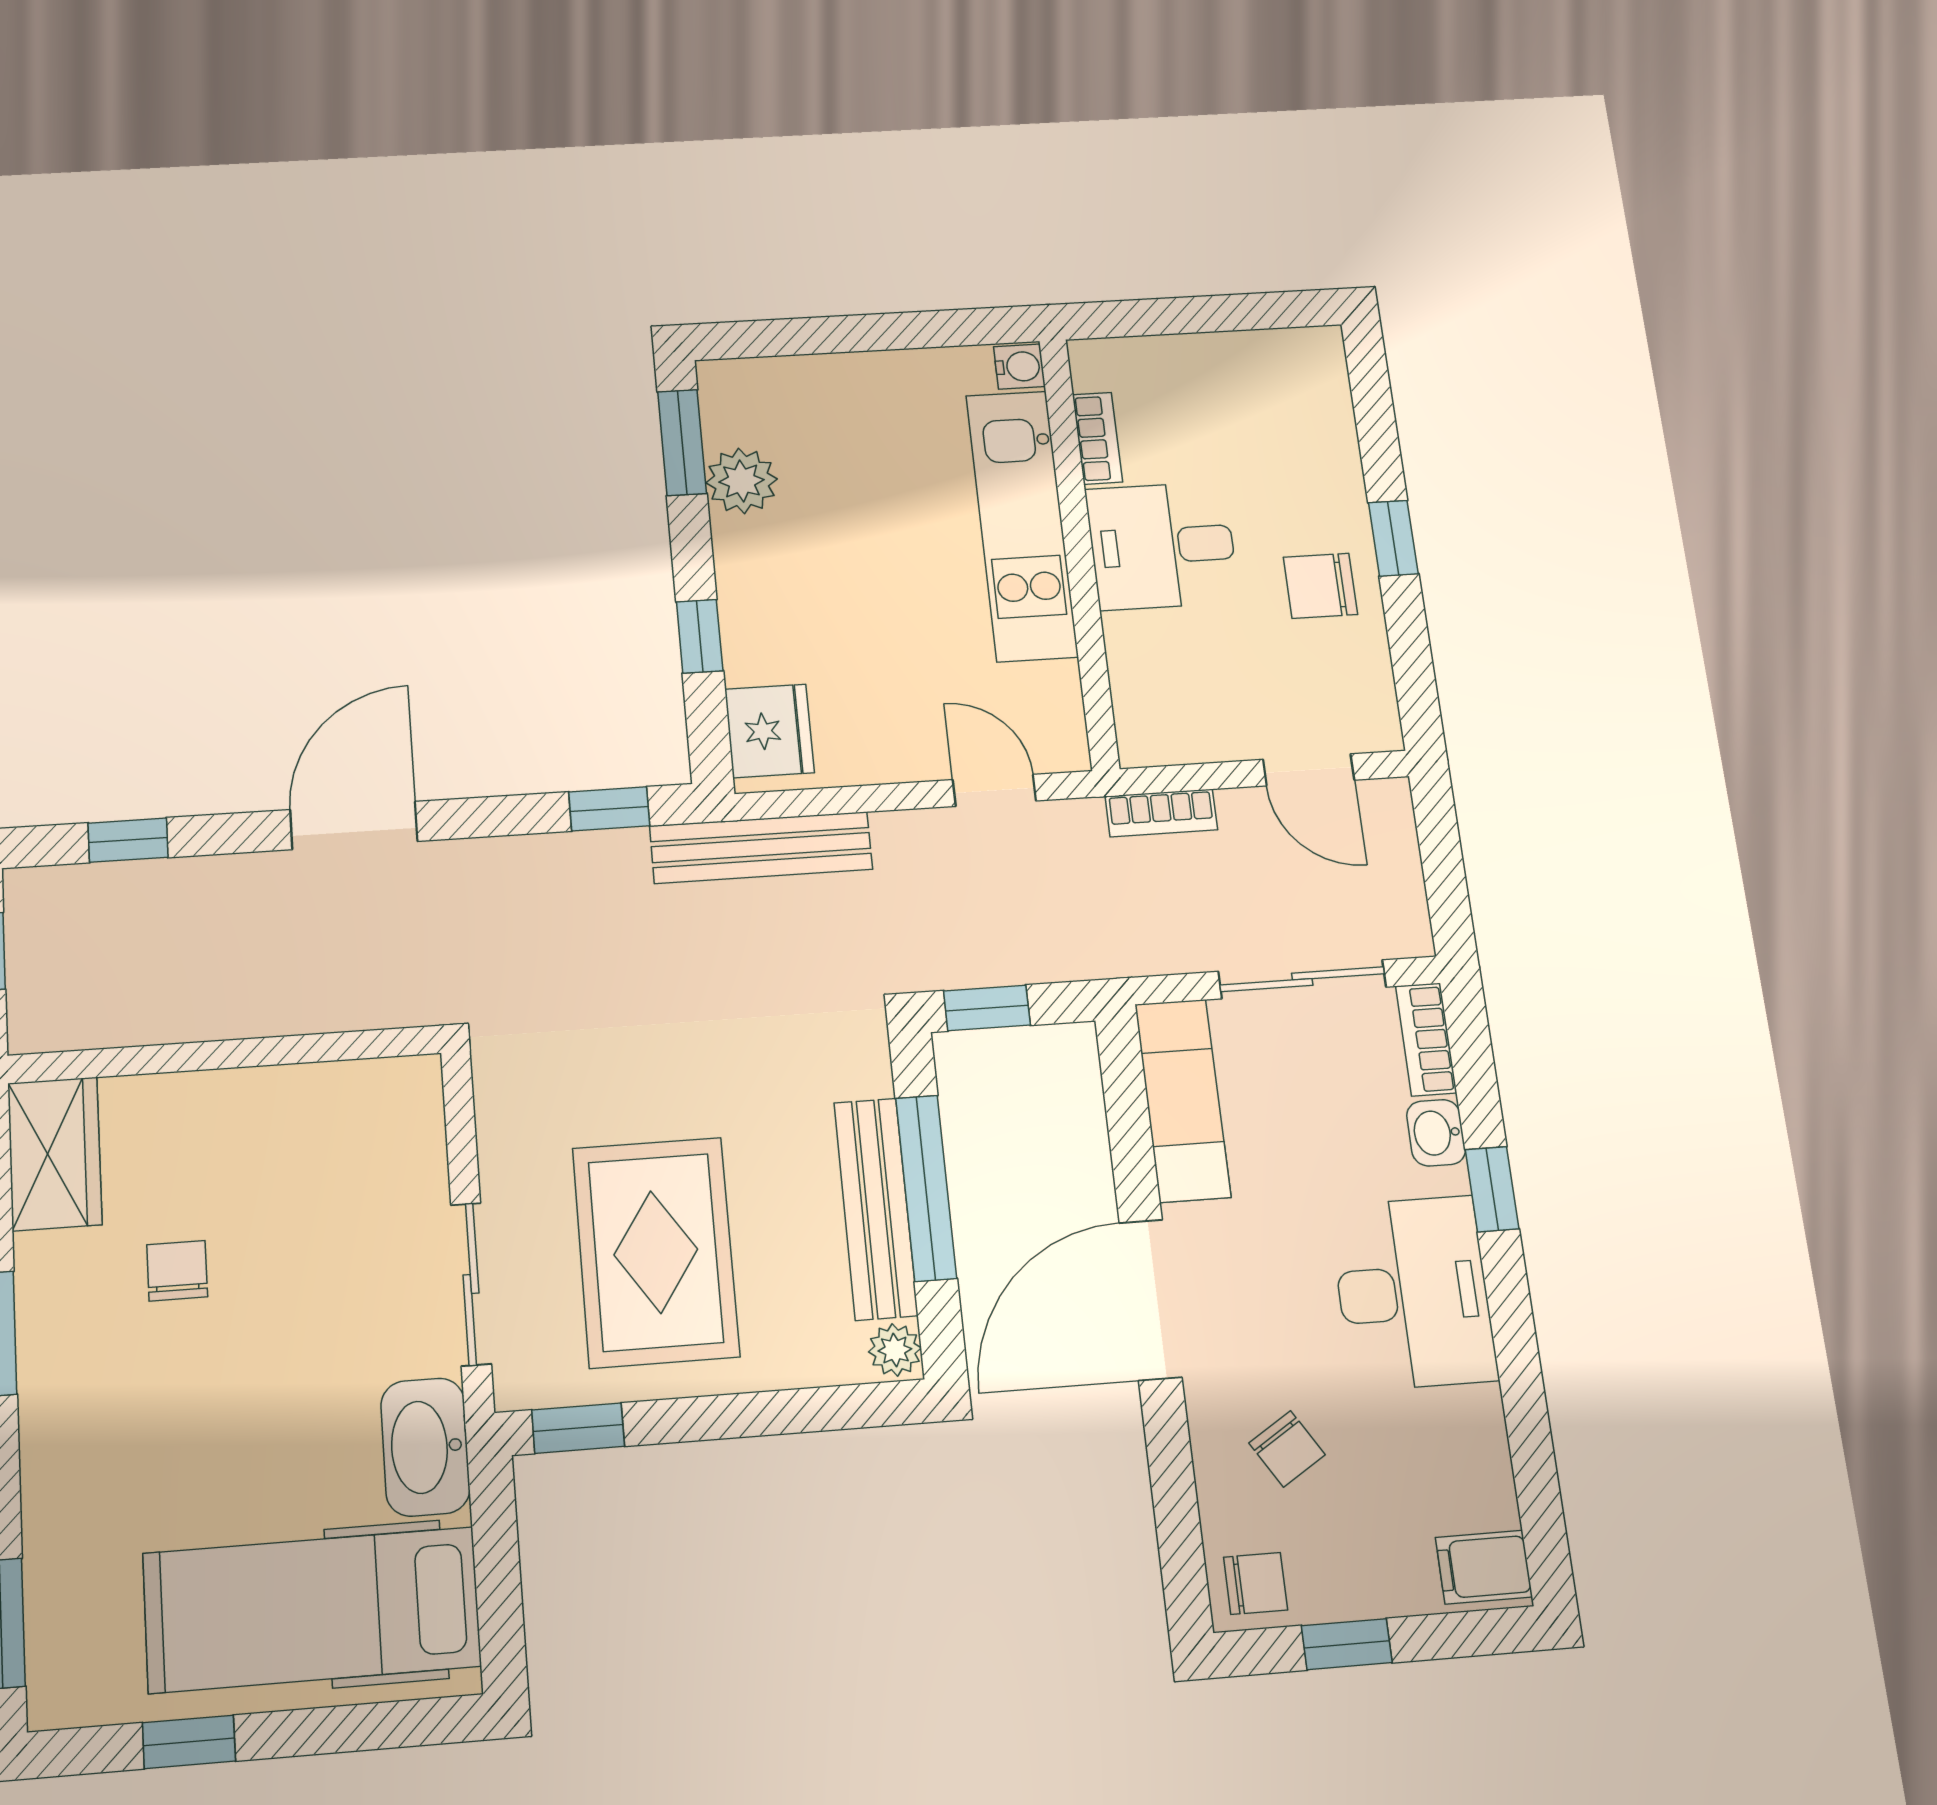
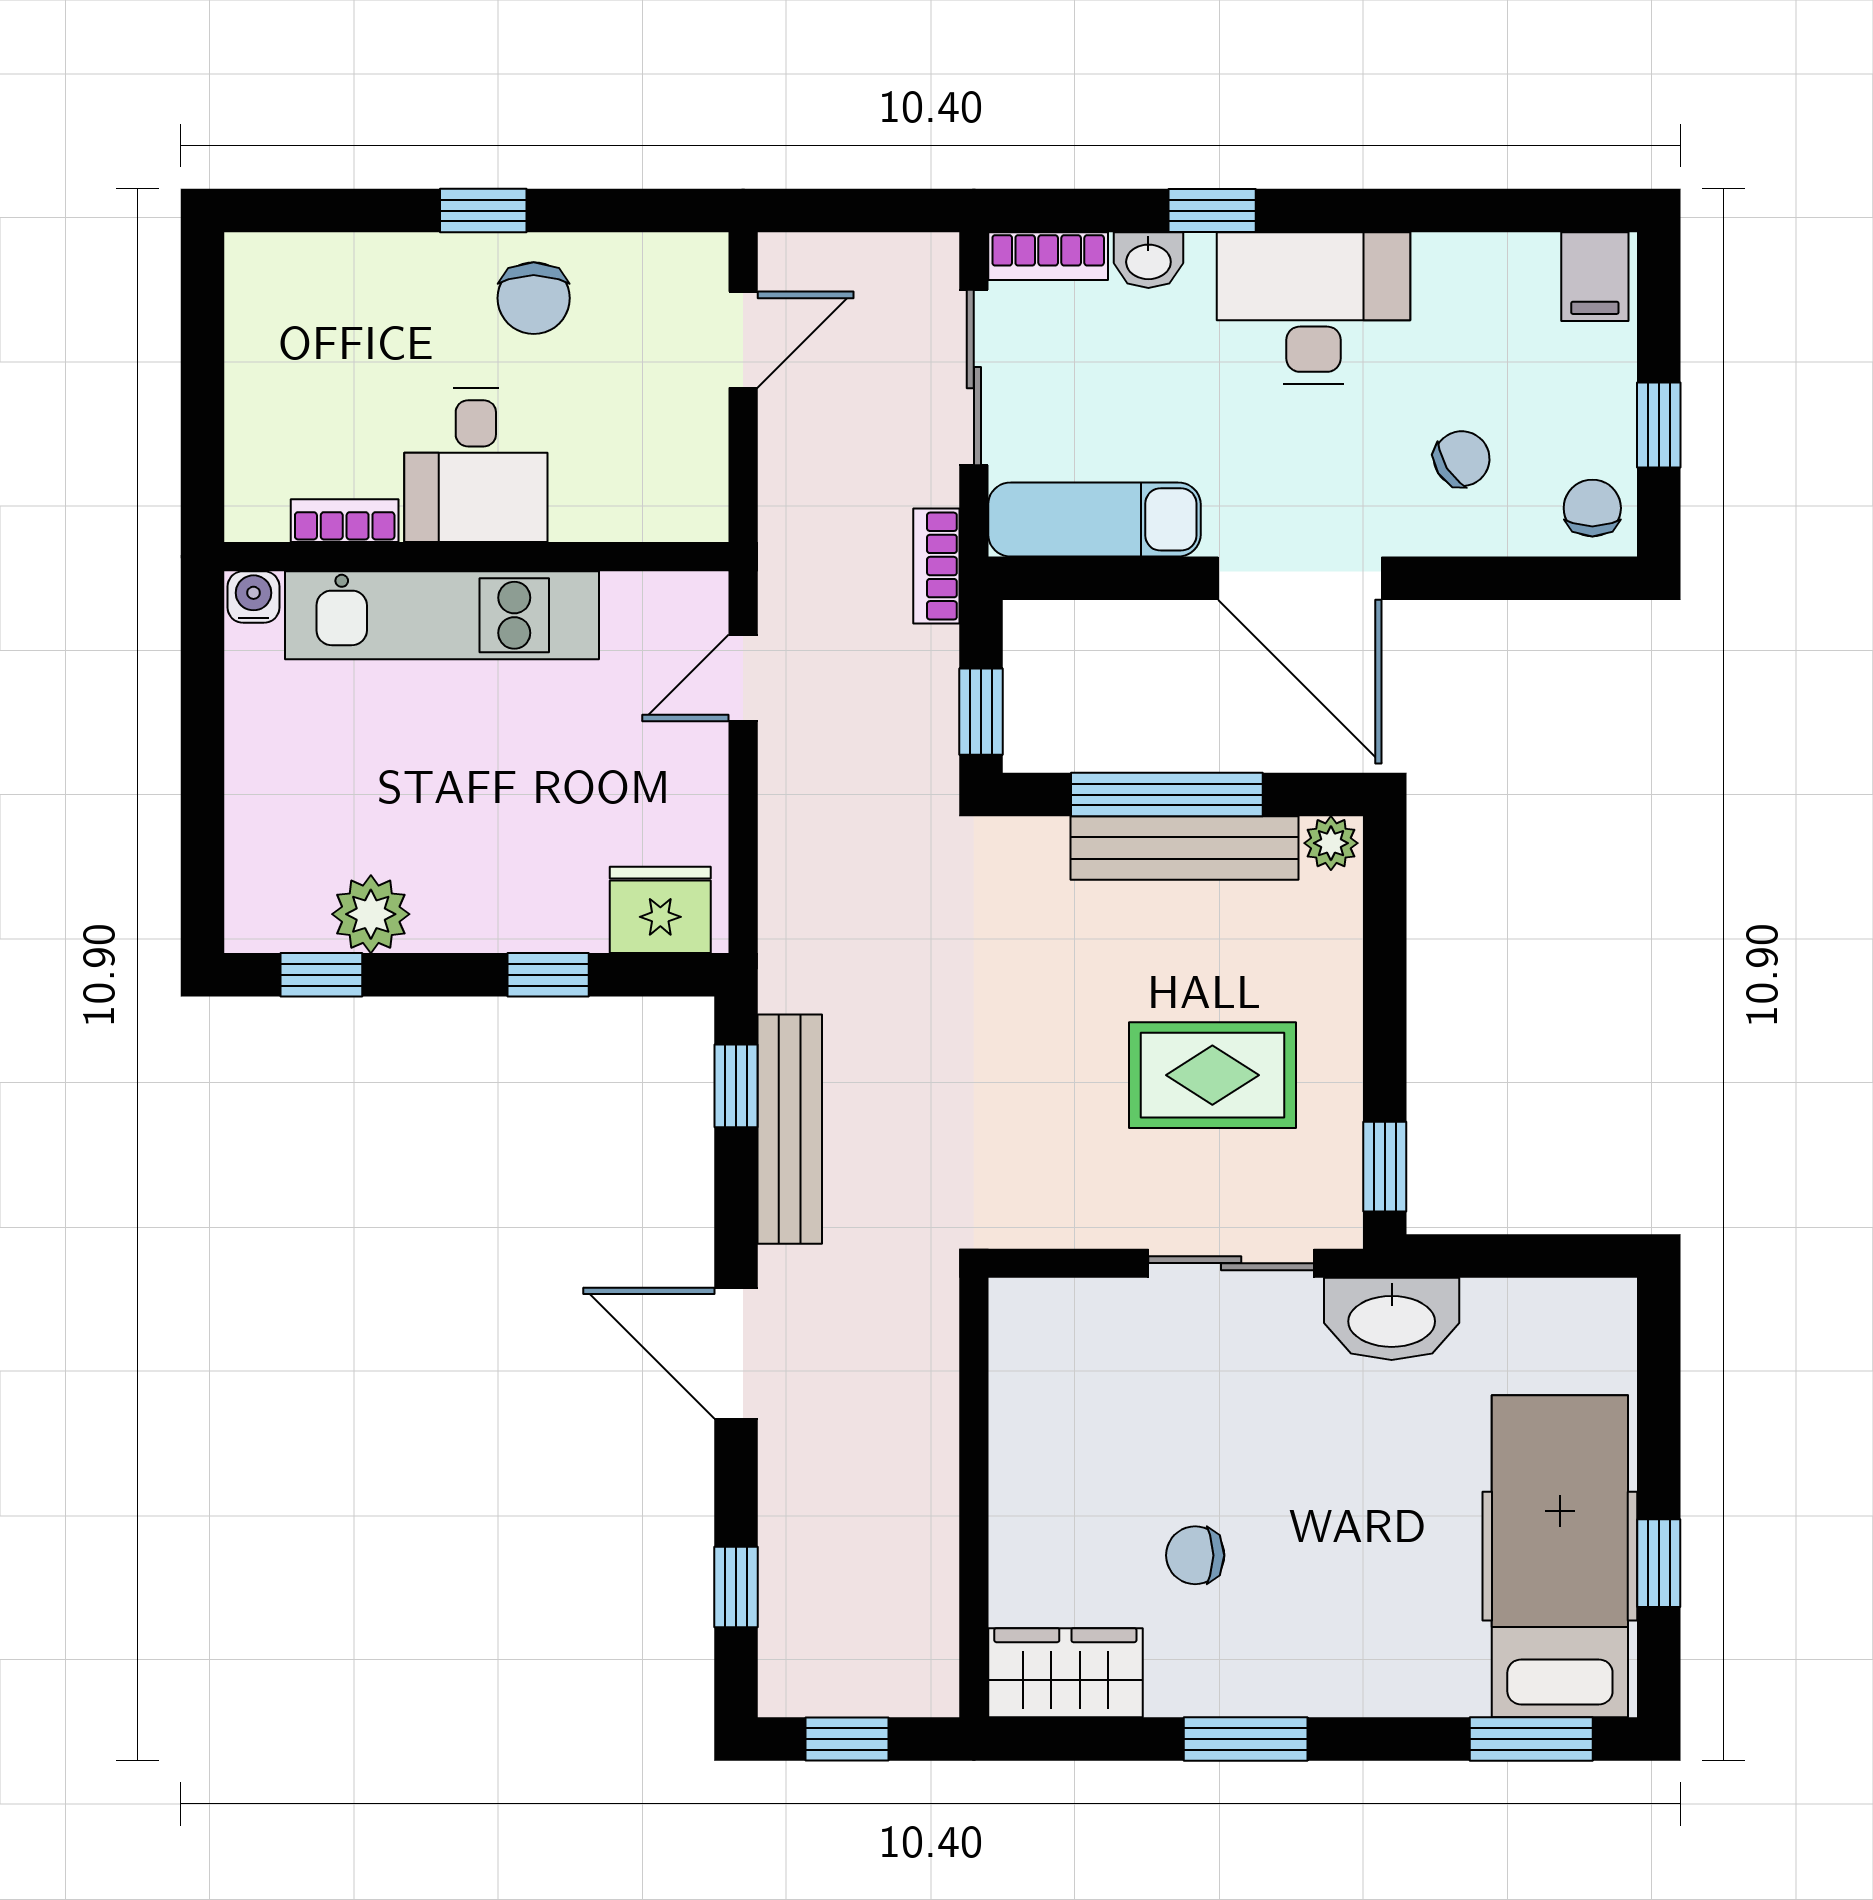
window: (682, 443) -> (321, 975), width x0.67
bookcase: (1161, 813) -> (936, 566), moved, turned 180
bench: (761, 848) -> (790, 1129), moved
rug: (656, 1252) -> (1212, 1075), width x0.73, depth x0.70
hospital bed: (312, 1610) -> (1560, 1556), moved, turned 180

